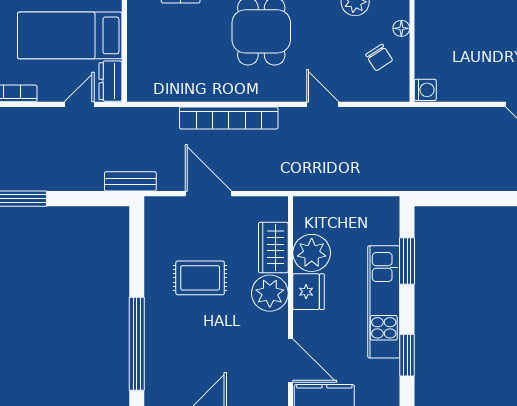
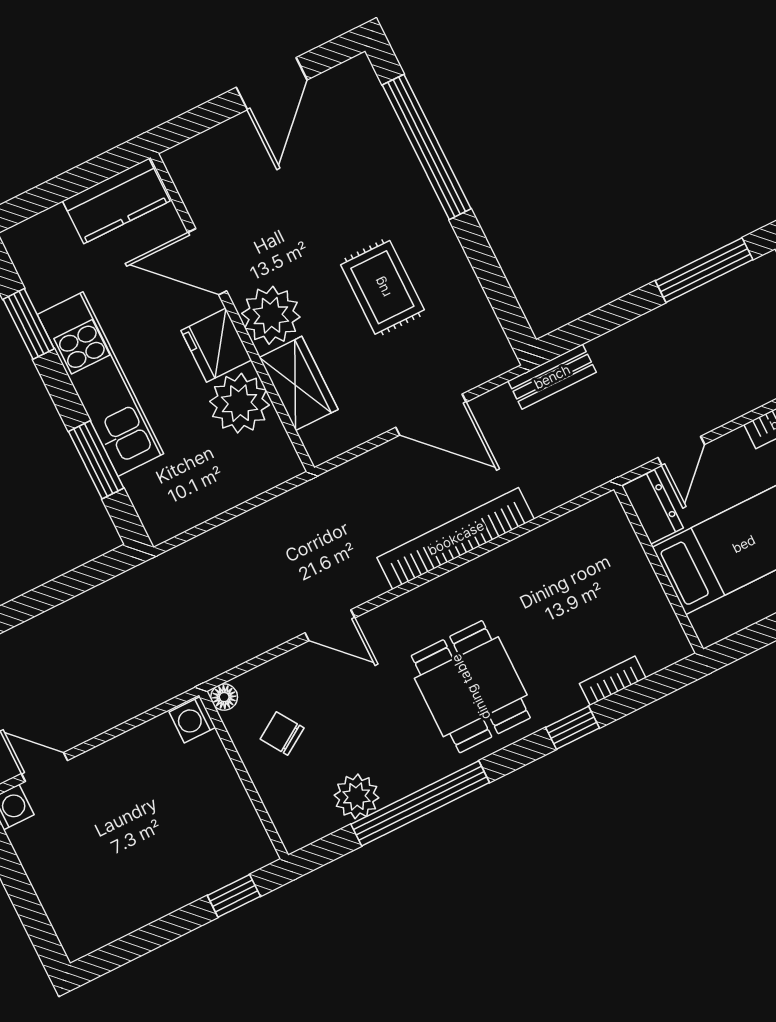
floor lamp: (401, 28) -> (224, 697), moved
rug: (200, 278) -> (382, 287), turned 90
door: (290, 361) -> (207, 262), moved

